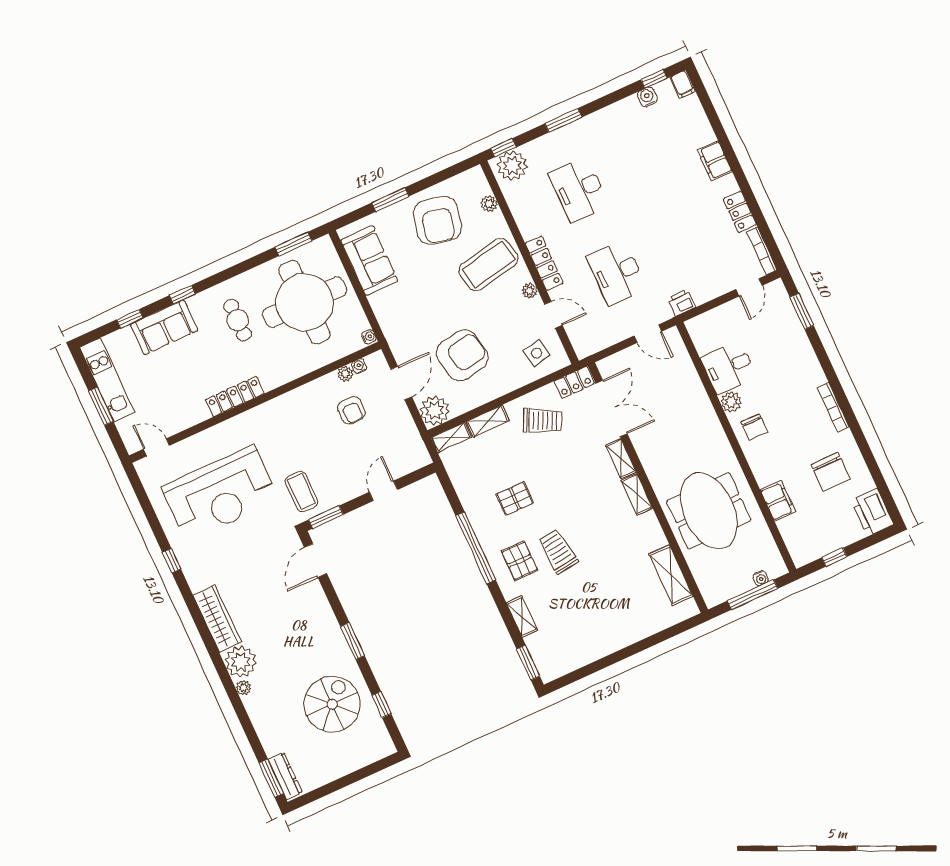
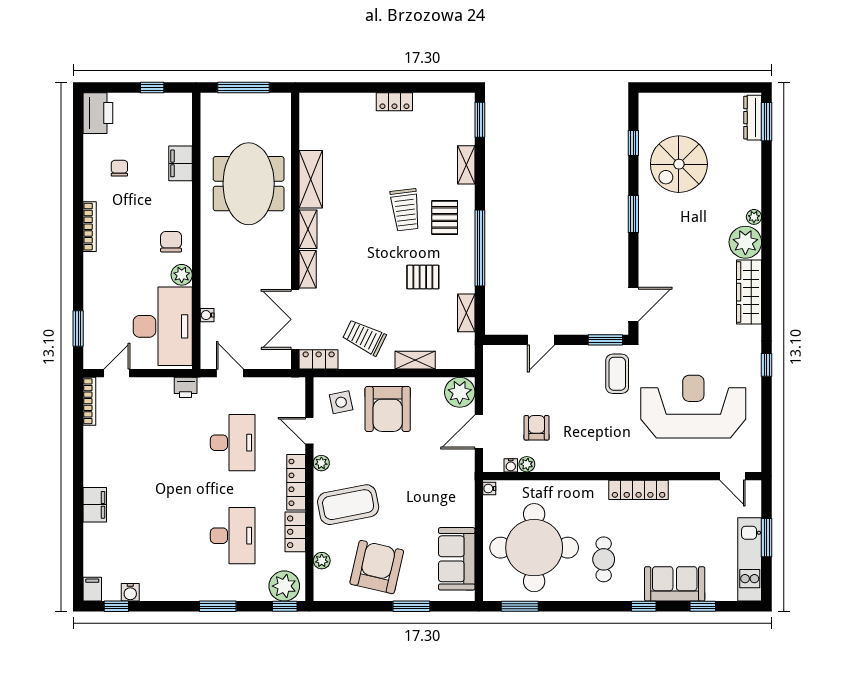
locker: (740, 212) -> (295, 532), moved, turned 180
armchair: (462, 355) -> (388, 409), moved, turned -79
desk: (729, 367) -> (163, 326), width x1.87, depth x1.30
shelving: (451, 437) -> (466, 313), moved, turned 90
chair: (831, 472) -> (119, 168), width x0.54, depth x0.54
shelving: (671, 575) -> (311, 179), moved
water cooler: (761, 578) -> (207, 315), moved, turned -90
locker: (612, 644) -> (394, 102), added

